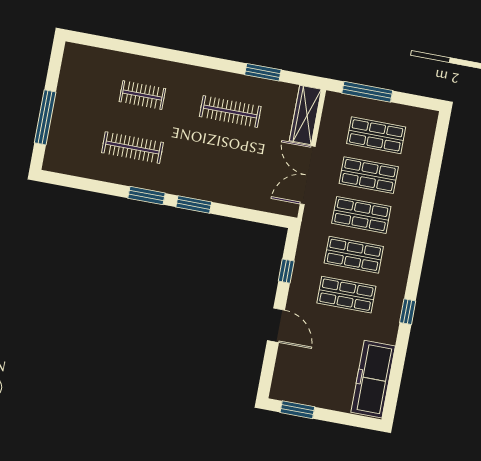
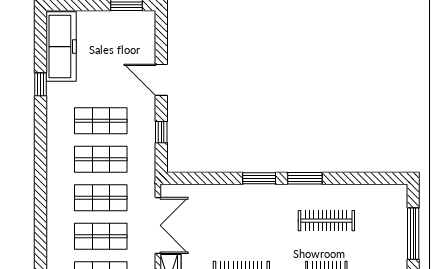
window: (408, 312) -> (41, 84), moved

